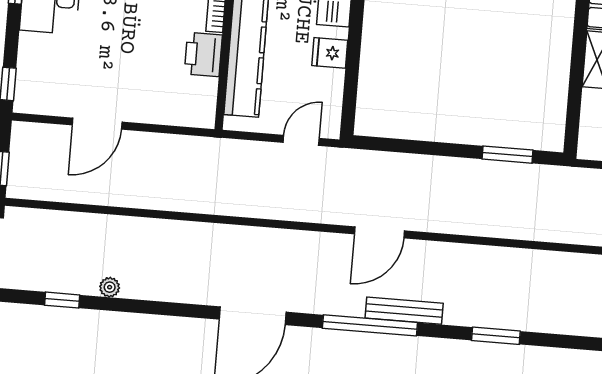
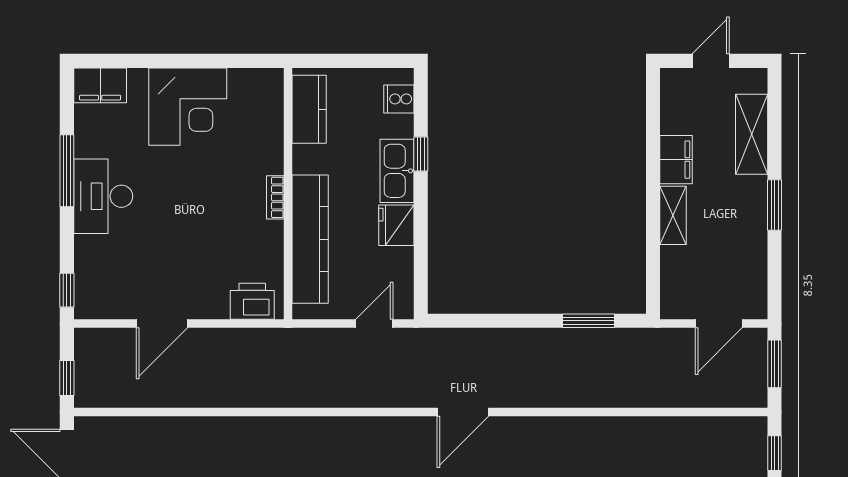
fridge: (330, 53) -> (396, 225), width x1.38
printer: (203, 54) -> (252, 301), moved, turned 90

